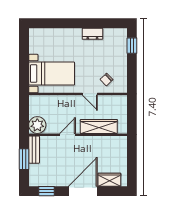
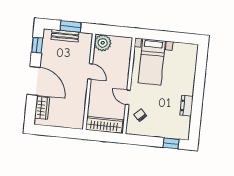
door: (90, 94) -> (128, 97), hinge flipped
wardrobe: (99, 126) -> (104, 125), moved, turned -90
bench: (34, 150) -> (65, 36), moved

